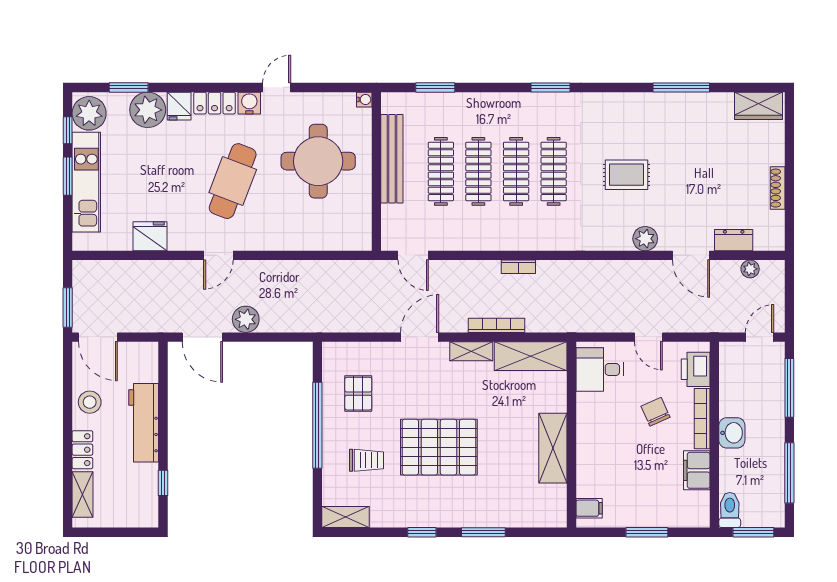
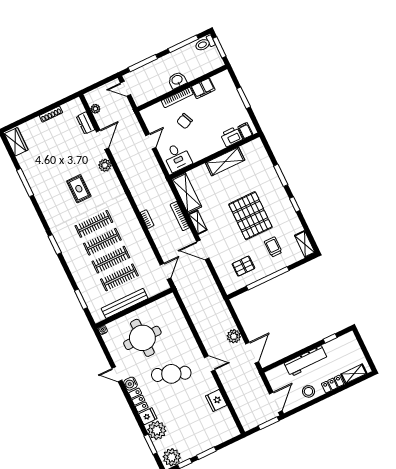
kitchen unit: (86, 182) -> (205, 443), removed
printer: (696, 369) -> (231, 137), moved, turned 180
toilet: (730, 510) -> (205, 44), moved

